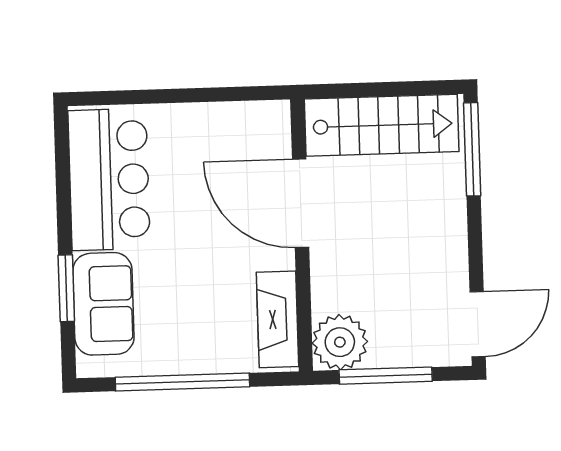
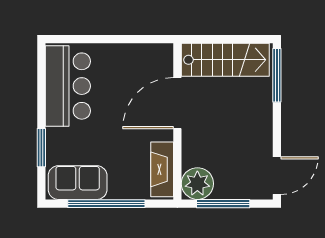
door: (301, 203) -> (177, 103), hinge flipped
sofa: (103, 304) -> (78, 183), moved, turned -90

